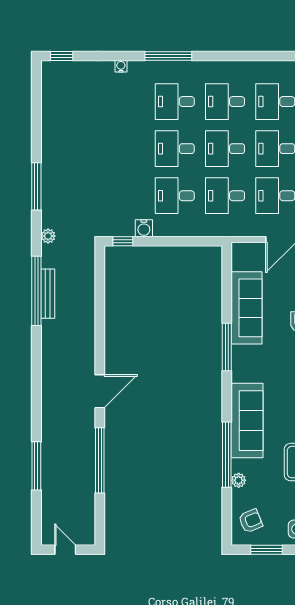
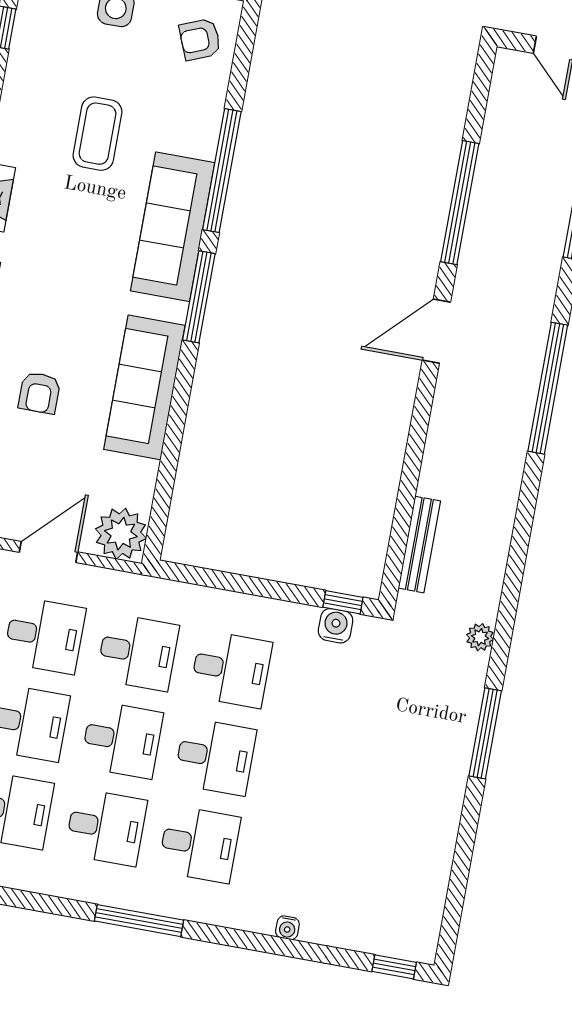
window: (168, 56) -> (139, 921), moved
water cooler: (144, 228) -> (336, 626), moved
window: (36, 291) -> (548, 388), moved
bench: (48, 294) -> (419, 545), moved
sofa: (247, 308) -> (144, 387), moved
window: (227, 347) -> (199, 297), moved
plant: (239, 480) -> (121, 534), moved, width x1.88, depth x1.88

